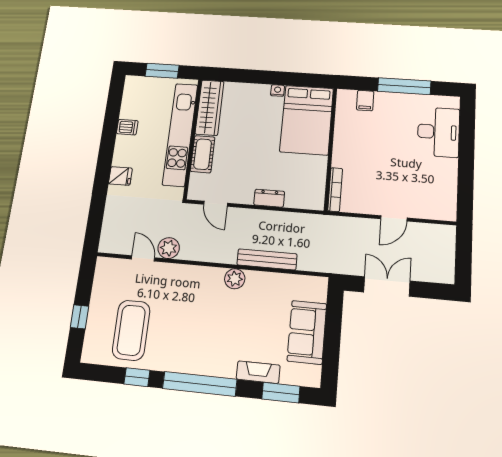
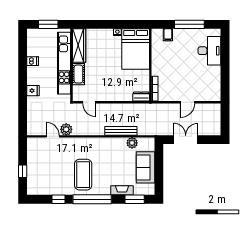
dresser: (269, 198) -> (141, 97), moved
plant: (235, 279) -> (132, 143), moved
coffee table: (131, 330) -> (83, 175), moved

